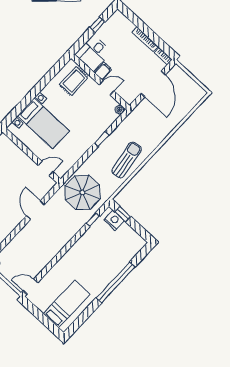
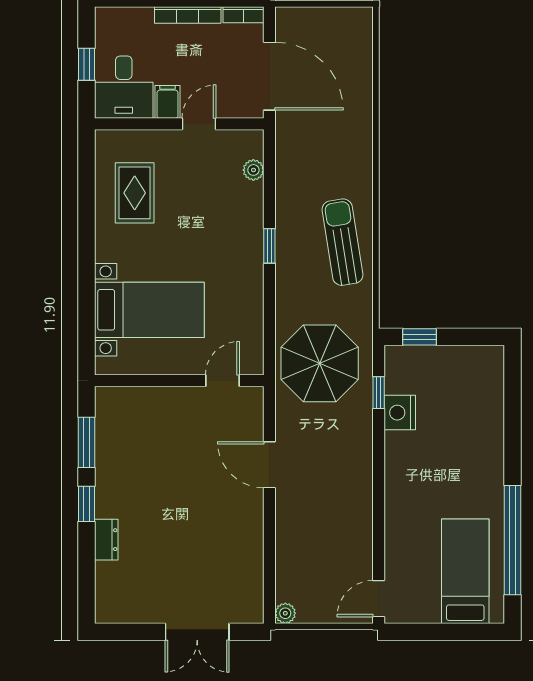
desk: (93, 53) -> (124, 87), moved
filing cabinet: (103, 71) -> (167, 102), moved
wall: (100, 82) -> (179, 124), moved
door: (107, 88) -> (199, 124), moved
nightstand: (114, 220) -> (400, 413), moved, turned -90
window: (116, 282) -> (512, 540), moved

